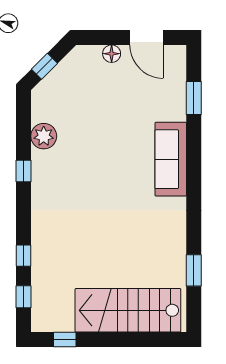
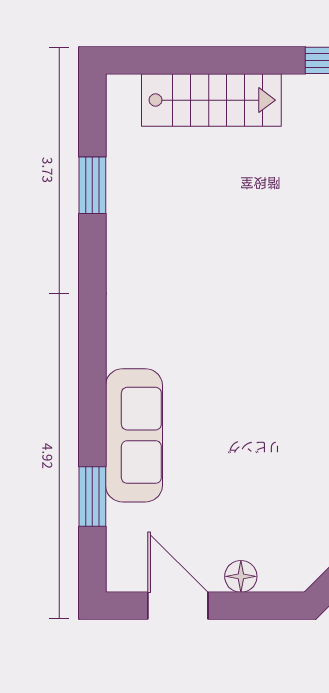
sofa: (171, 159) -> (134, 435), moved
stairs: (128, 310) -> (211, 100), width x0.73, depth x0.66

